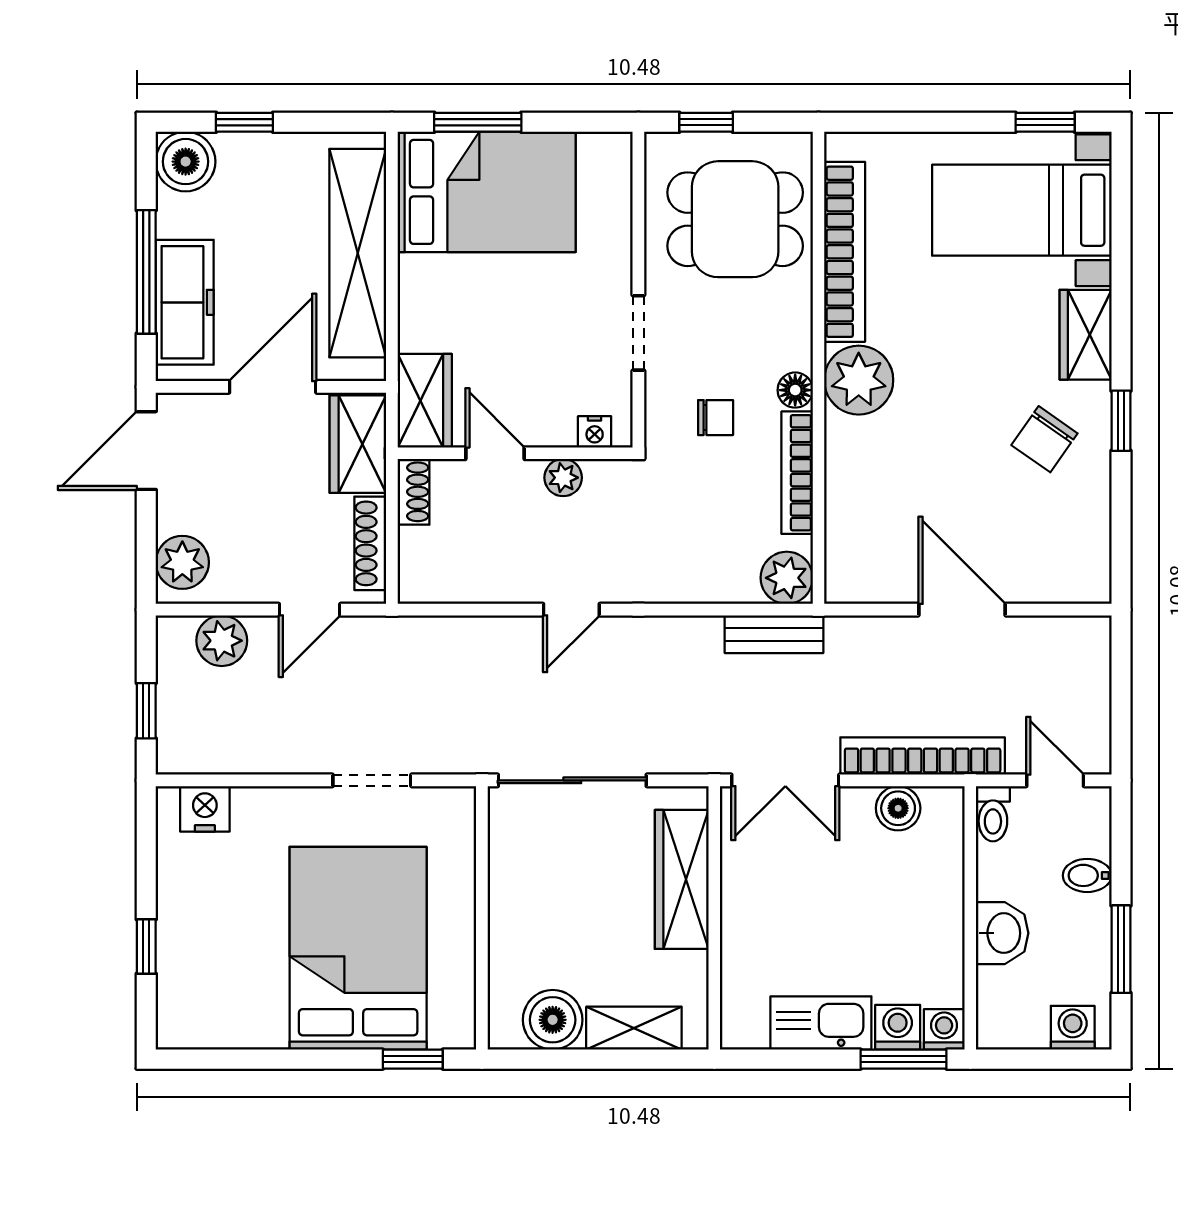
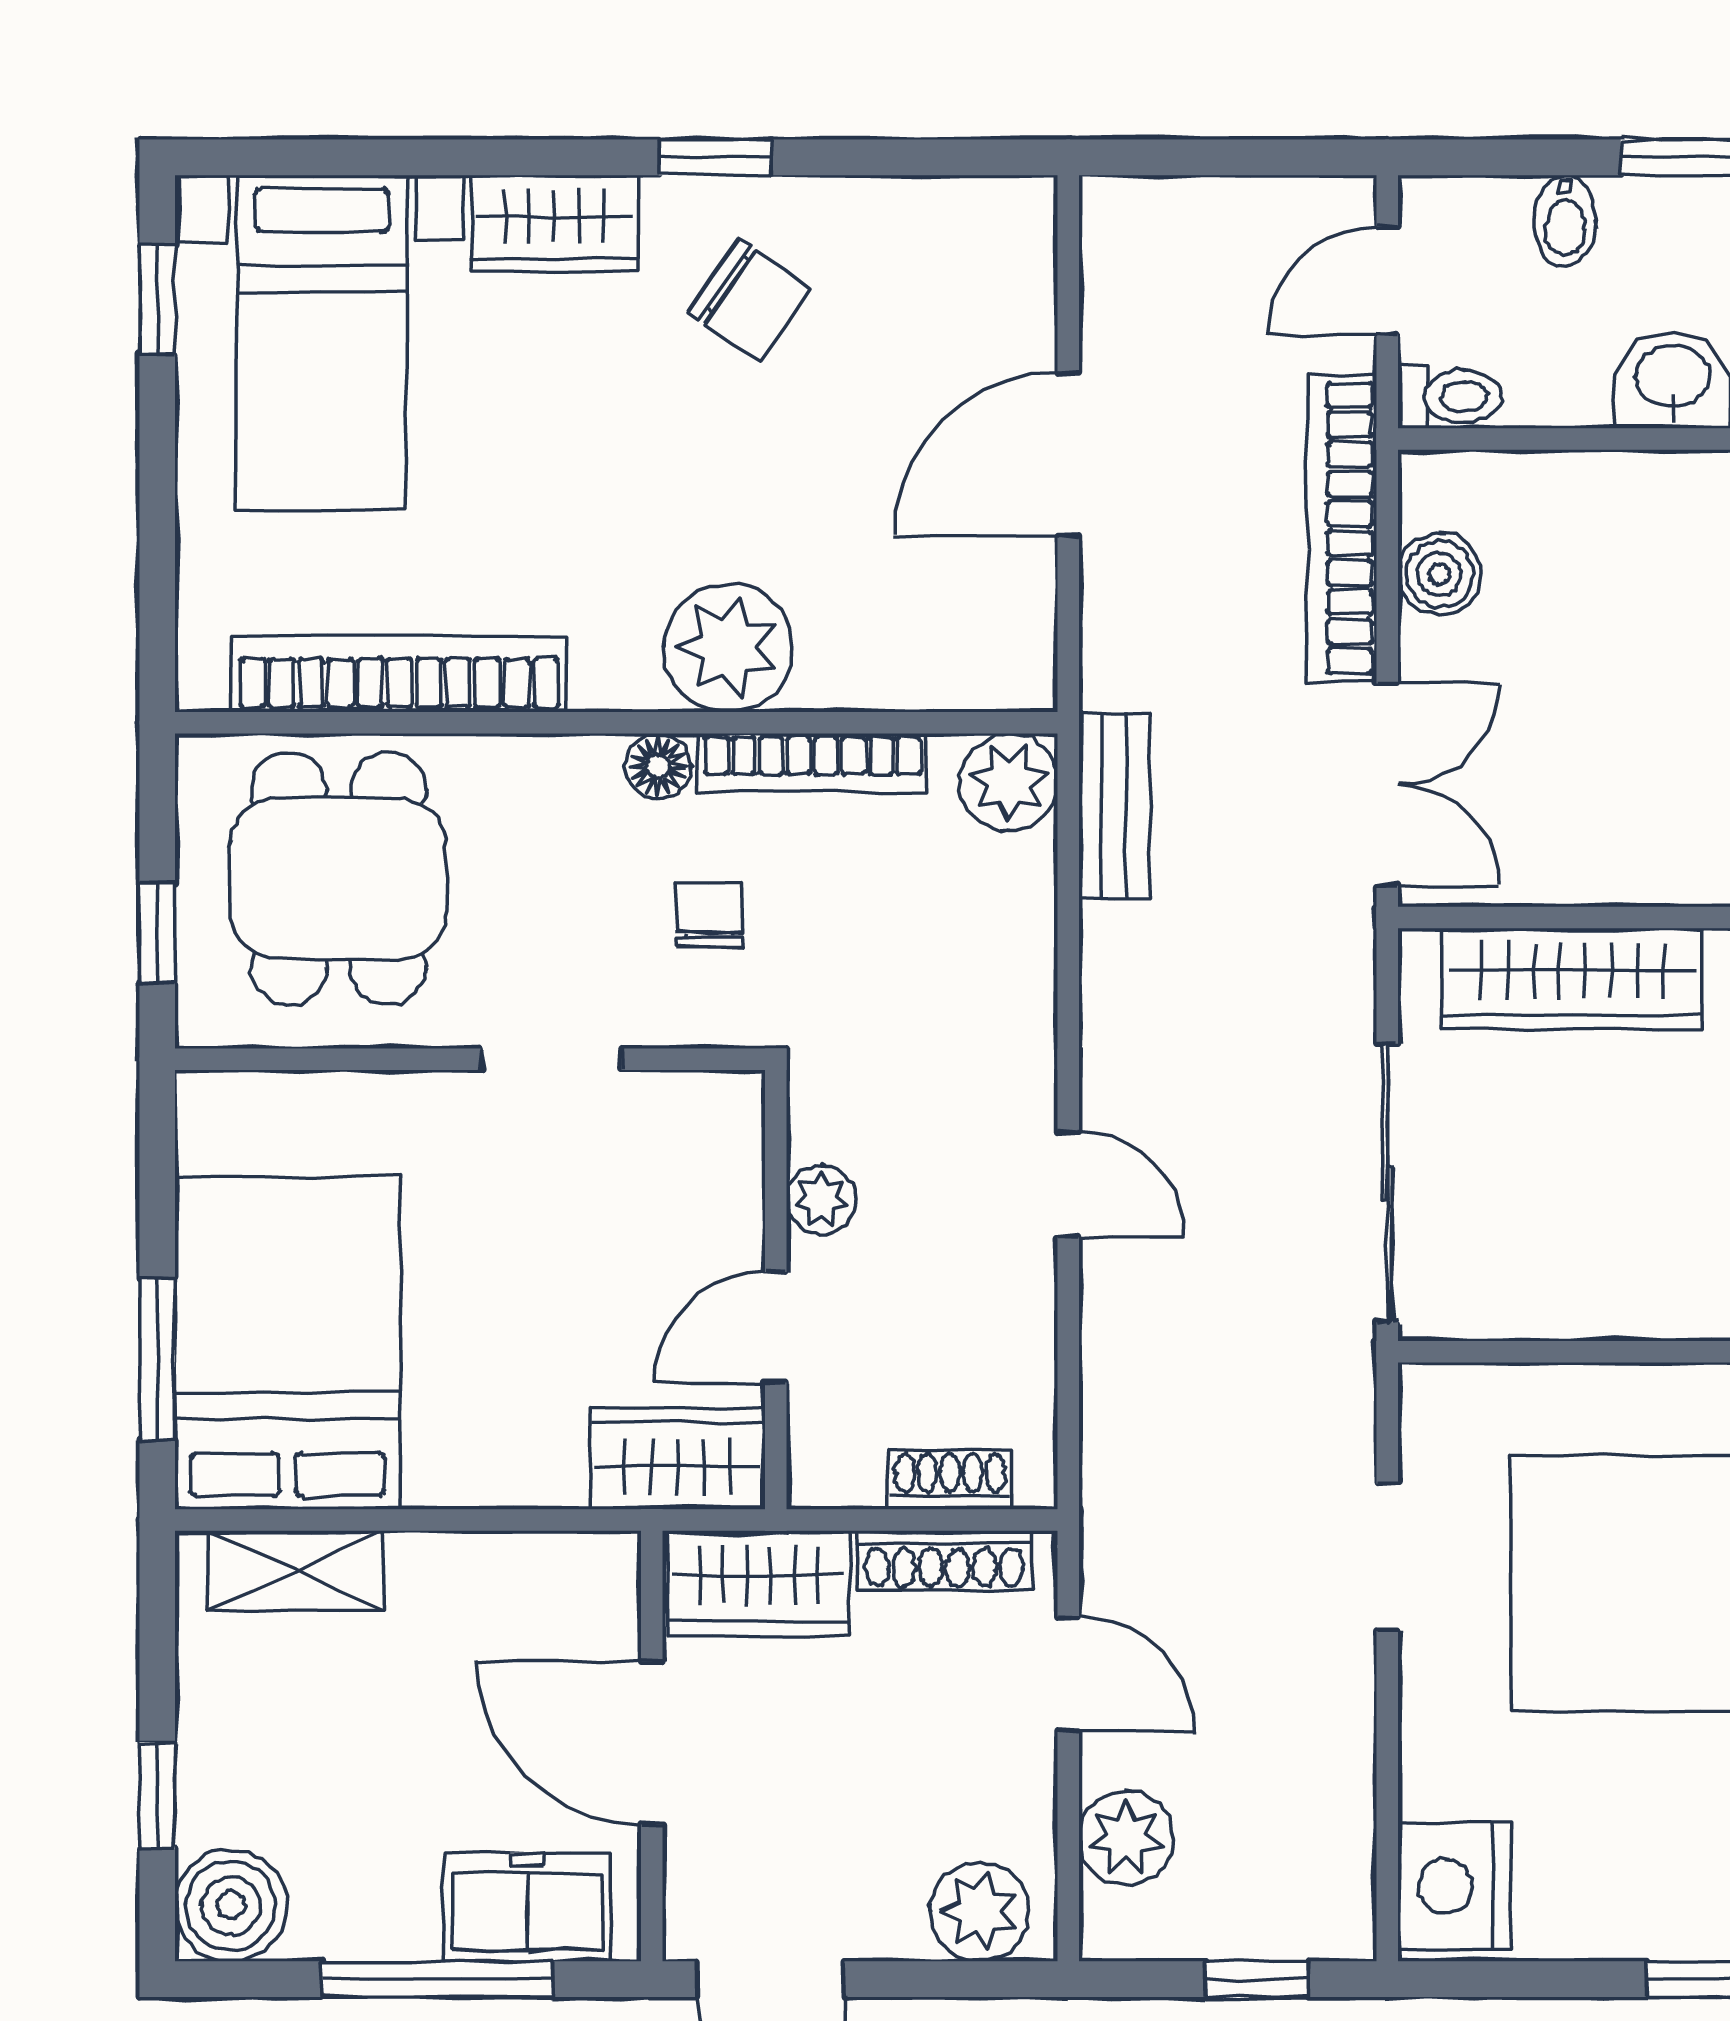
shelving: (358, 253) -> (296, 1571), width x0.45, depth x0.75
freezer: (185, 302) -> (527, 1907), width x0.71
plant: (859, 380) -> (728, 648), moved
nightstand: (595, 432) -> (736, 1141), removed
shoe rack: (414, 492) -> (950, 1480), moved
nightstand: (205, 809) -> (1454, 1886), width x1.36, depth x1.33

